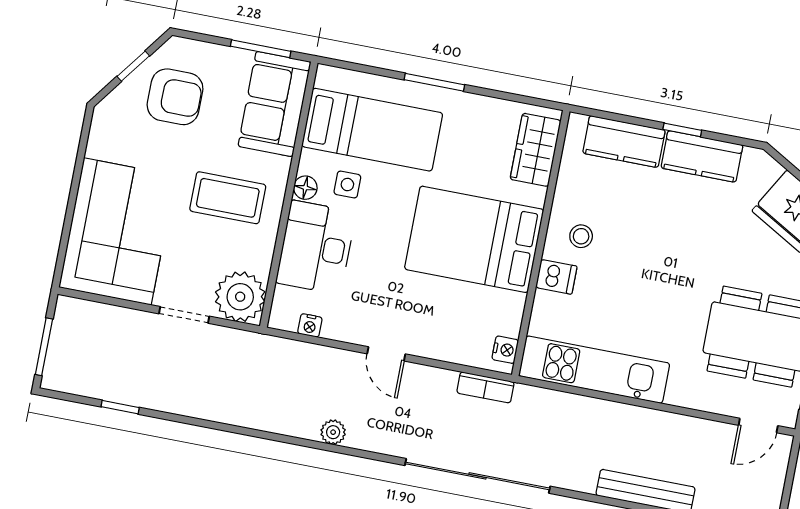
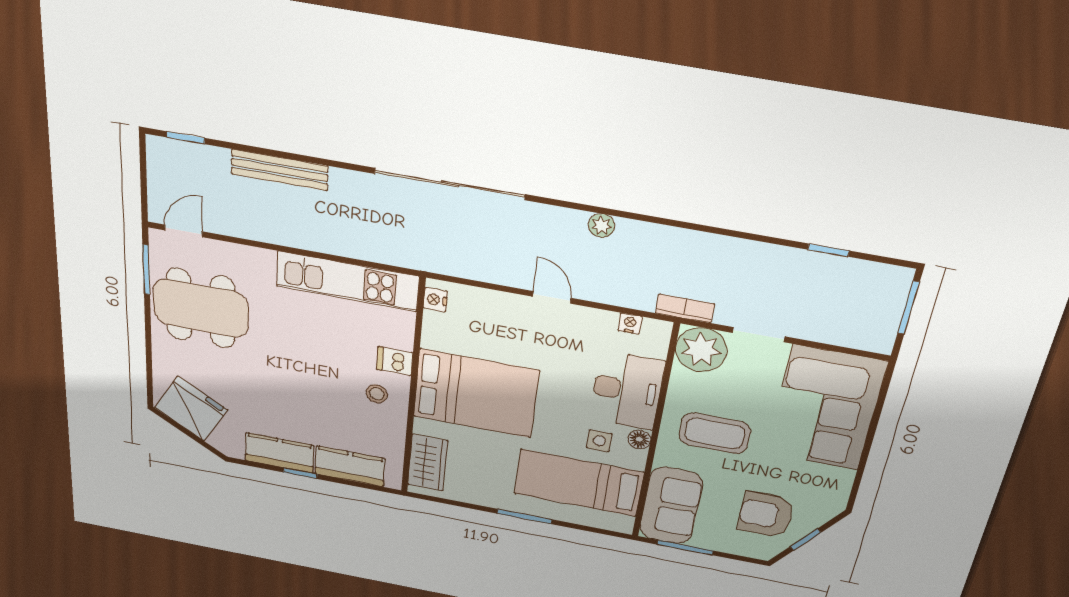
bookcase: (485, 387) -> (685, 308), moved

